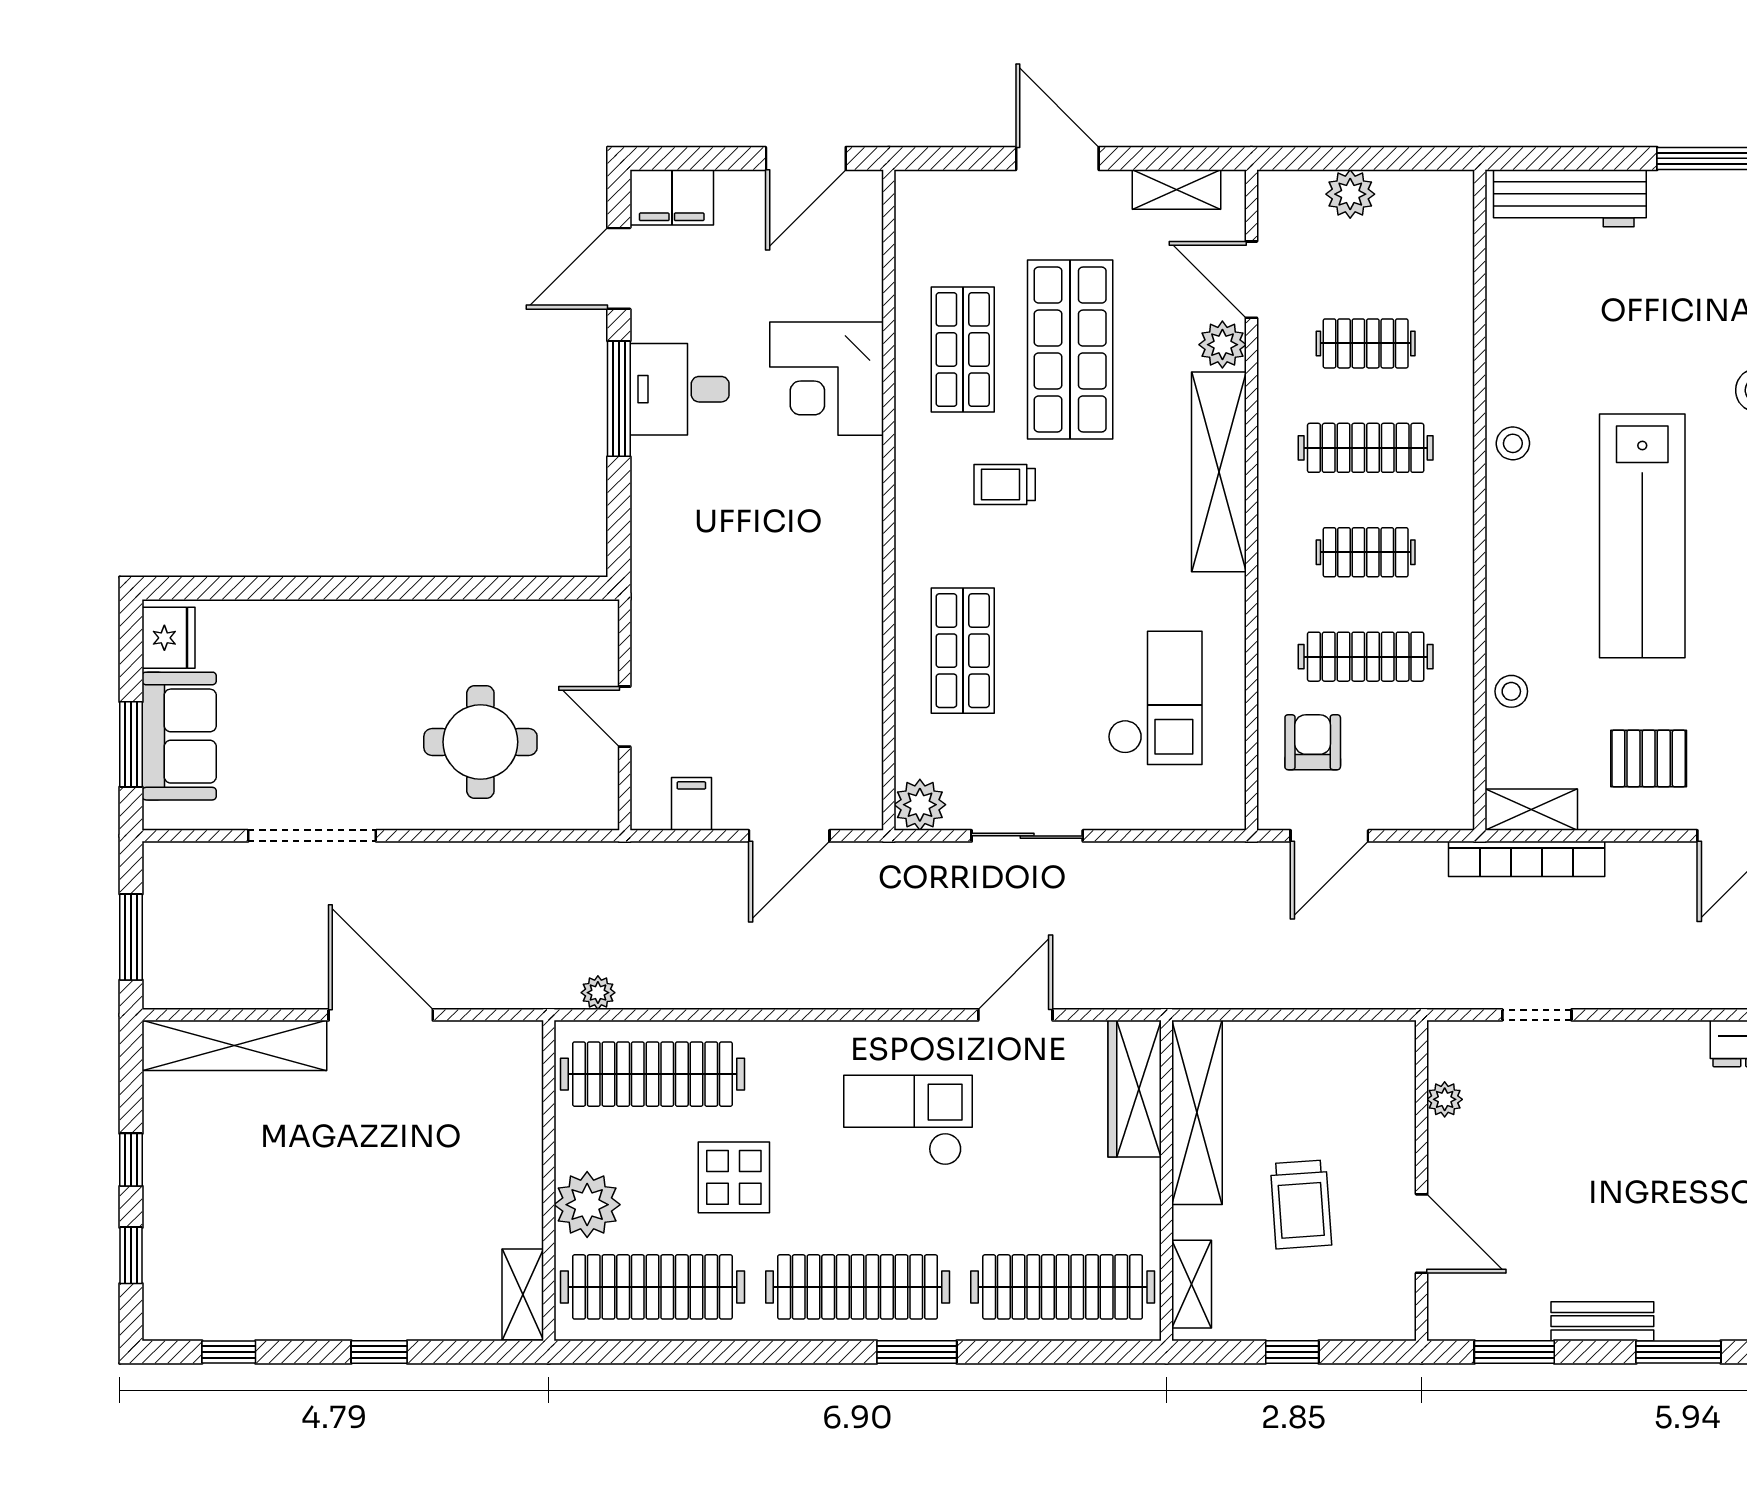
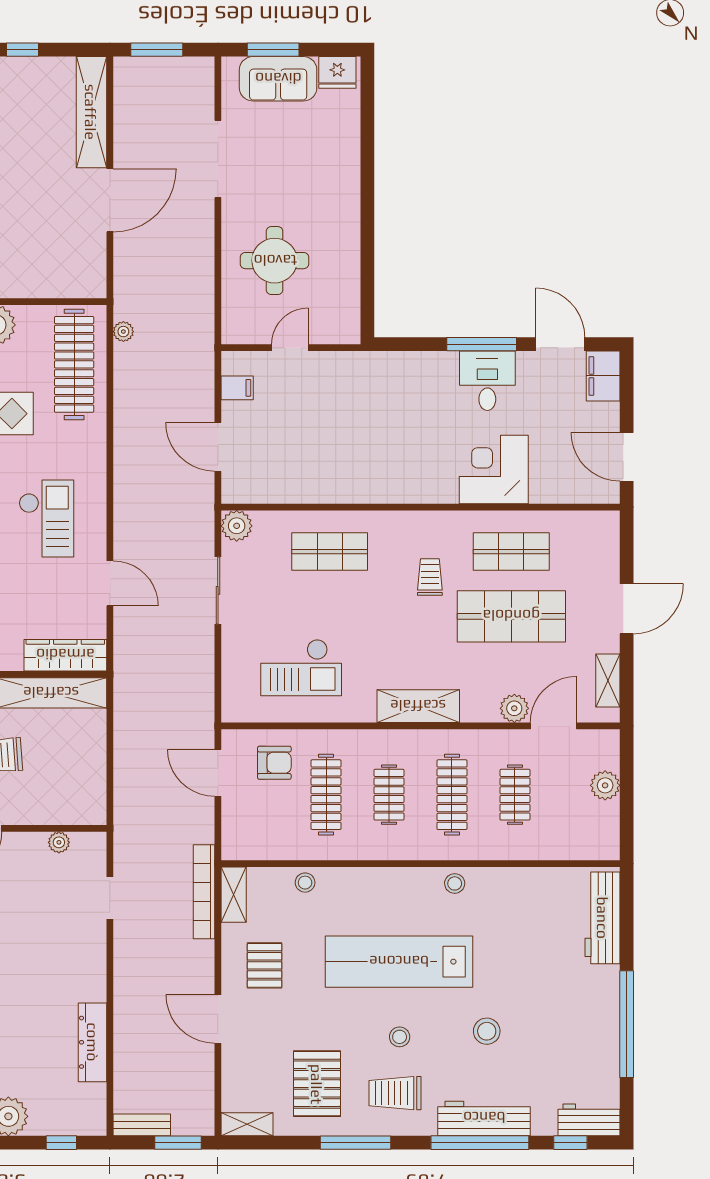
shelving: (1219, 472) -> (418, 706), width x0.68

